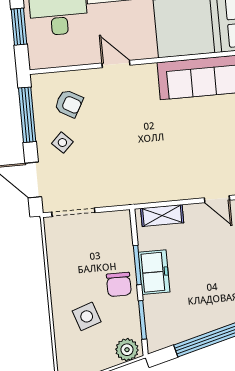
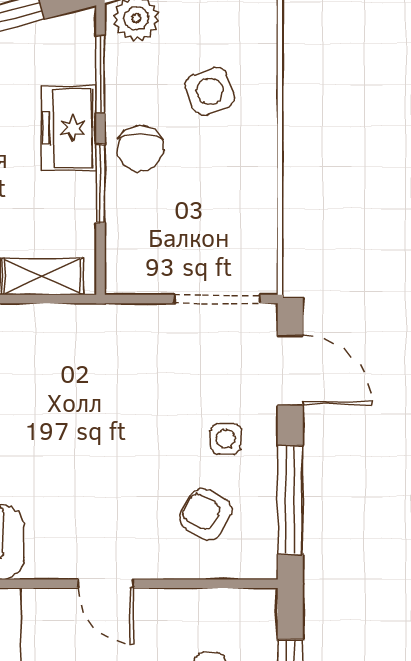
side table: (62, 143) -> (226, 439), turned 45
freezer: (154, 272) -> (69, 128), moved
chair: (119, 284) -> (140, 149), turned 180

